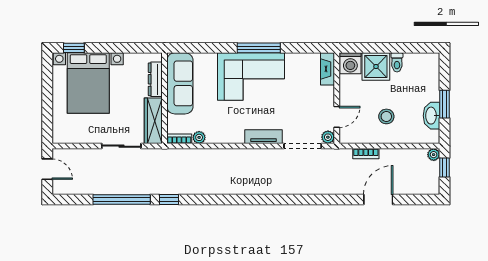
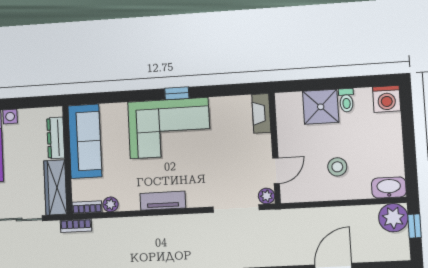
window: (259, 48) -> (177, 93), width x0.46
washing machine: (350, 63) -> (387, 99), moved
window: (445, 104) -> (409, 148), removed
washbasin: (431, 116) -> (389, 188), moved, turned 90
tv unit: (263, 137) -> (163, 201), moved
bookcase: (366, 154) -> (76, 226), moved
plant: (434, 155) -> (393, 218), width x1.88, depth x1.88

